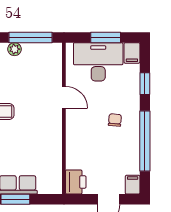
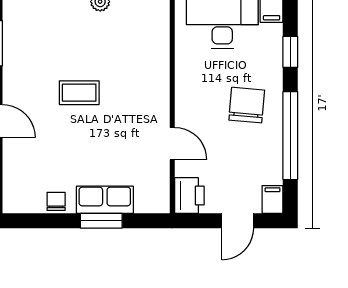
door: (64, 97) -> (172, 144), moved
chair: (115, 120) -> (247, 105), width x1.87, depth x1.87

